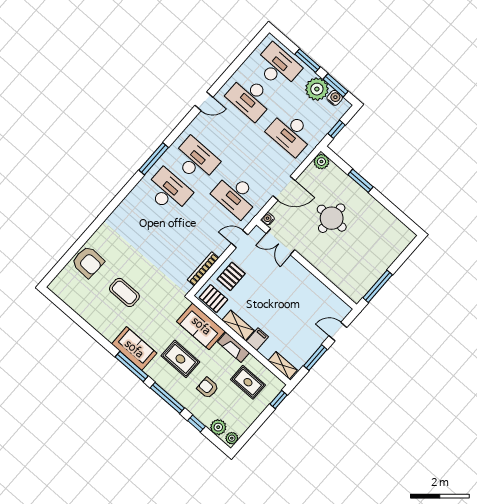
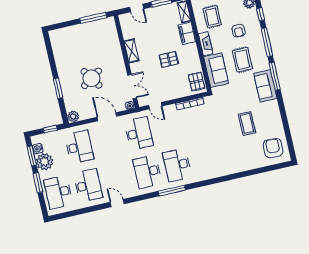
round table: (332, 218) -> (91, 78), turned -34
armchair: (88, 262) -> (273, 148), moved
pallet: (231, 276) -> (169, 59), moved
shelving: (238, 325) -> (131, 51), moved
filing cabinet: (257, 339) -> (187, 33), width x2.00

